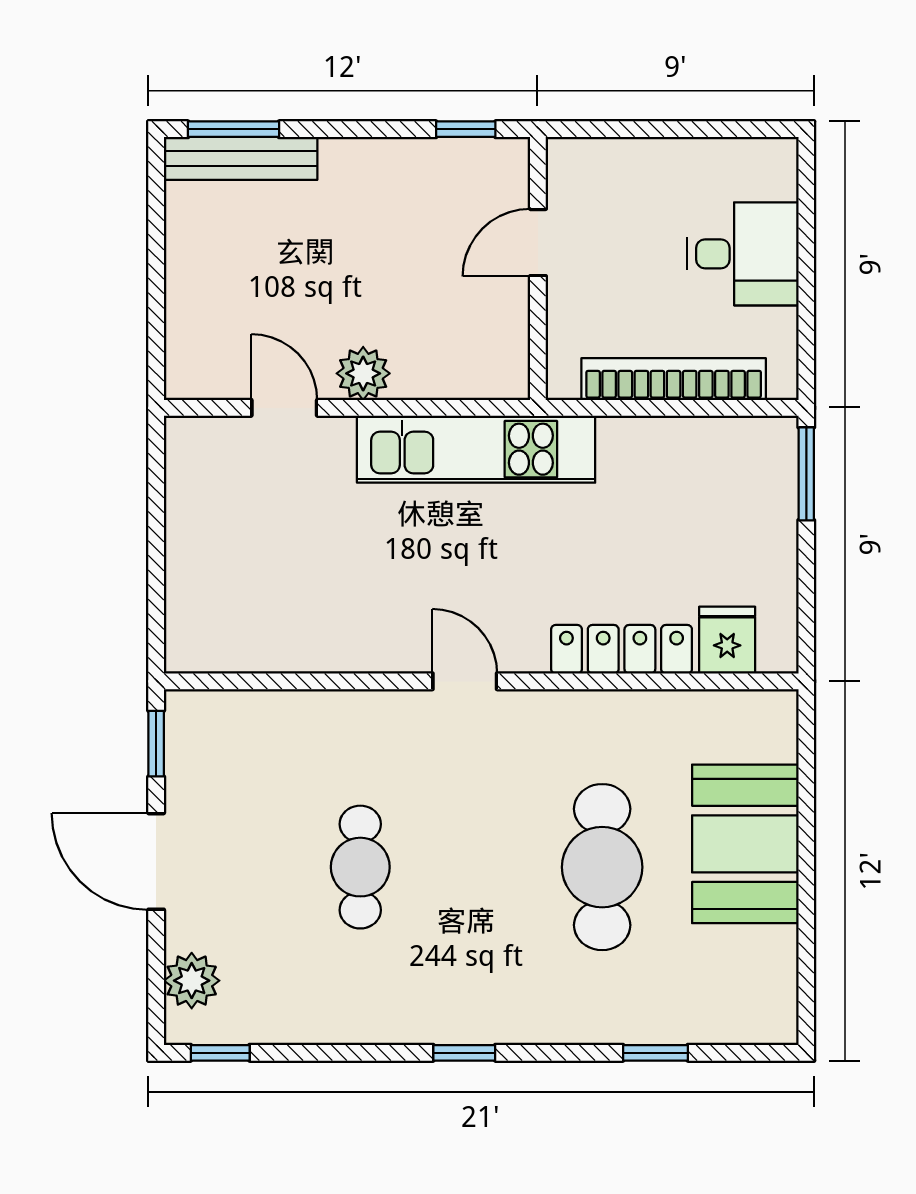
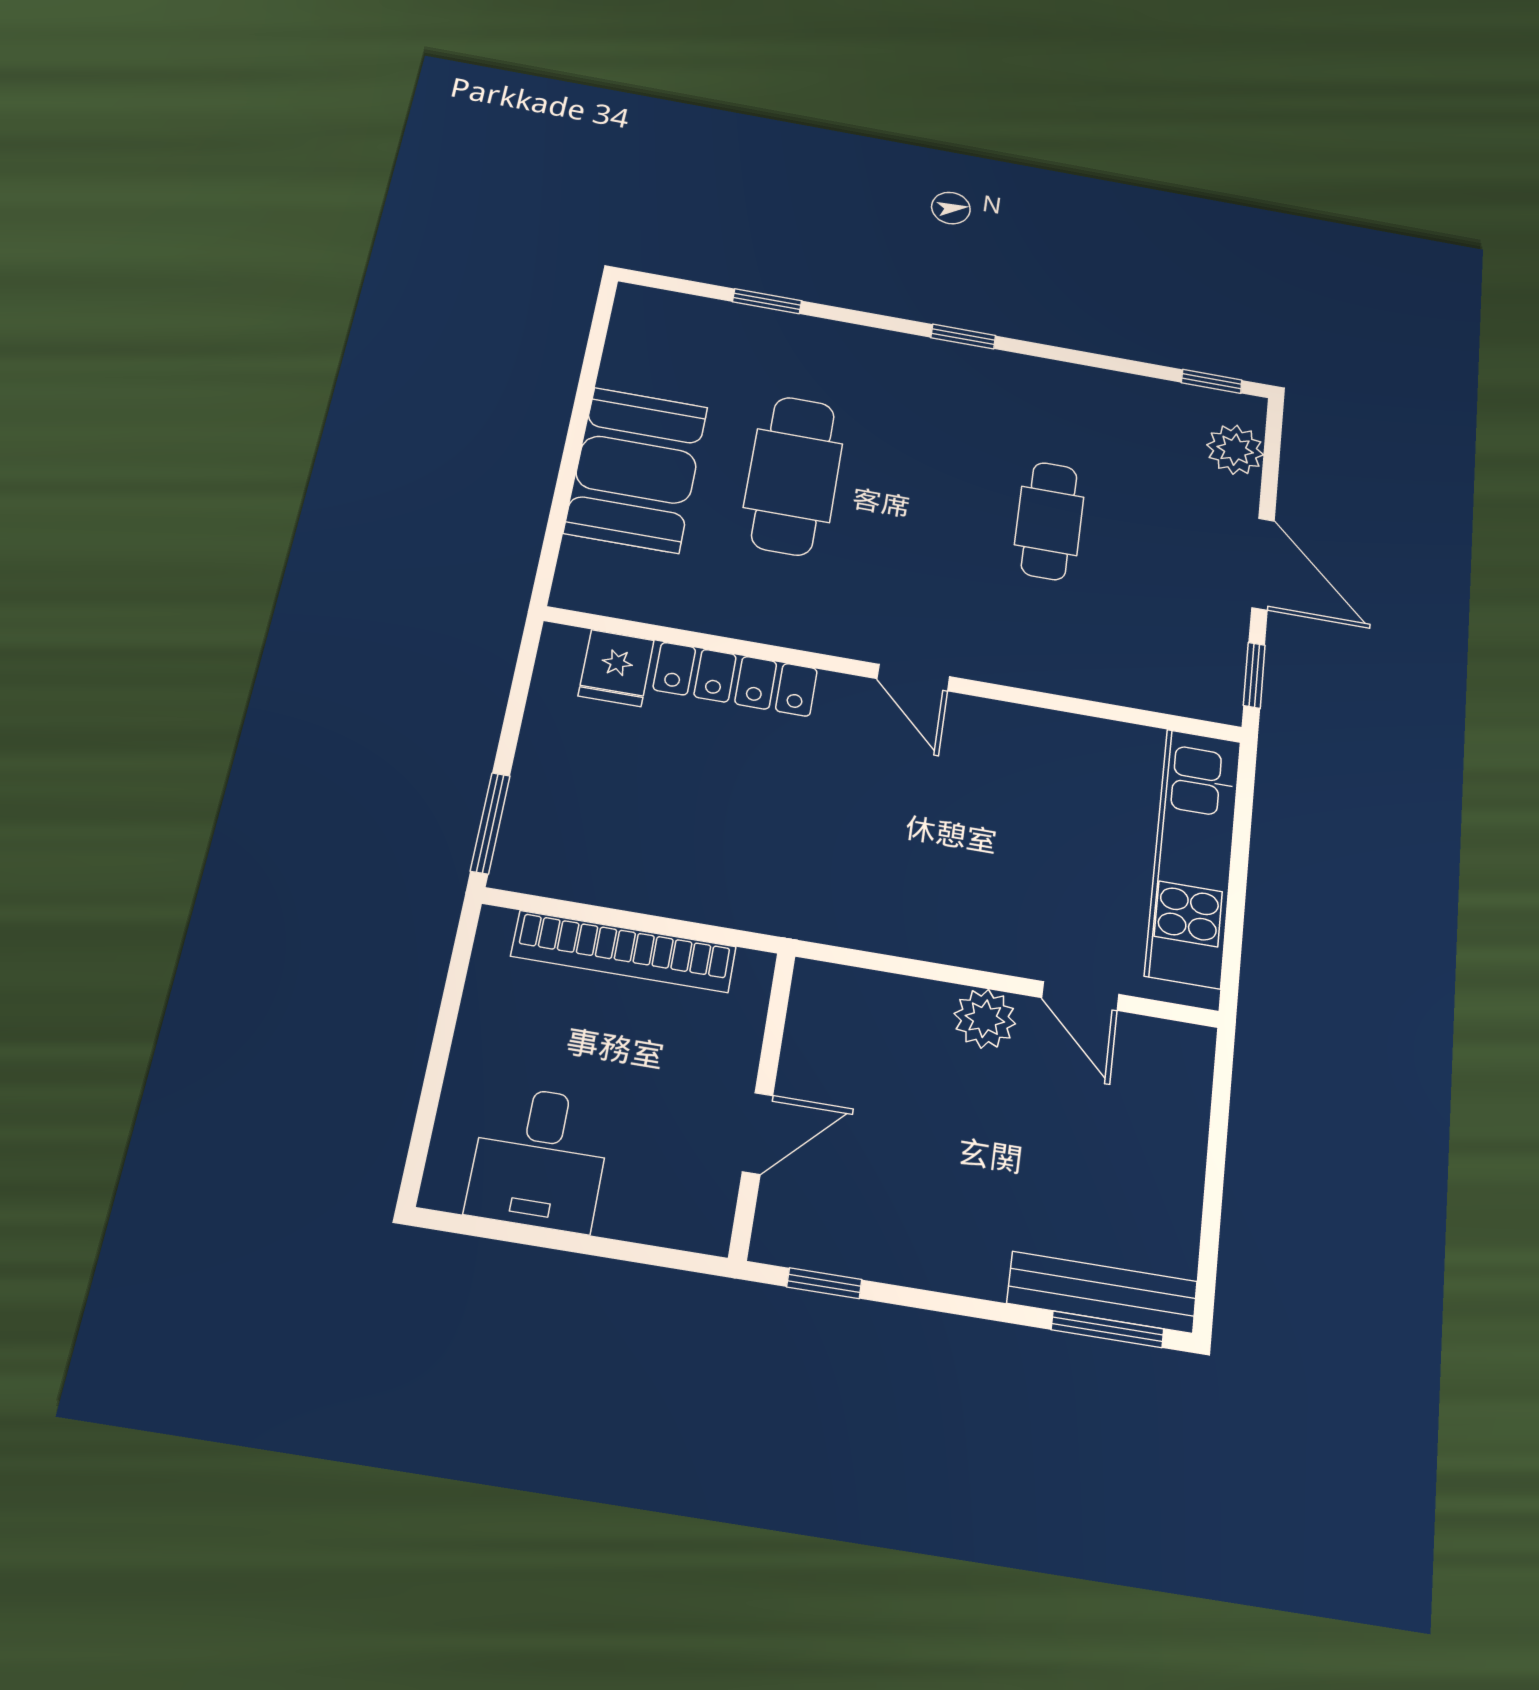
desk: (743, 254) -> (540, 1158), moved, turned -90
kitchen unit: (476, 449) -> (1193, 857), moved, turned -90

